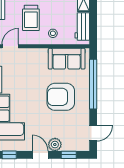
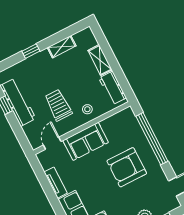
trolley: (31, 18) -> (58, 105), turned 180
sofa: (67, 59) -> (86, 141), moved

